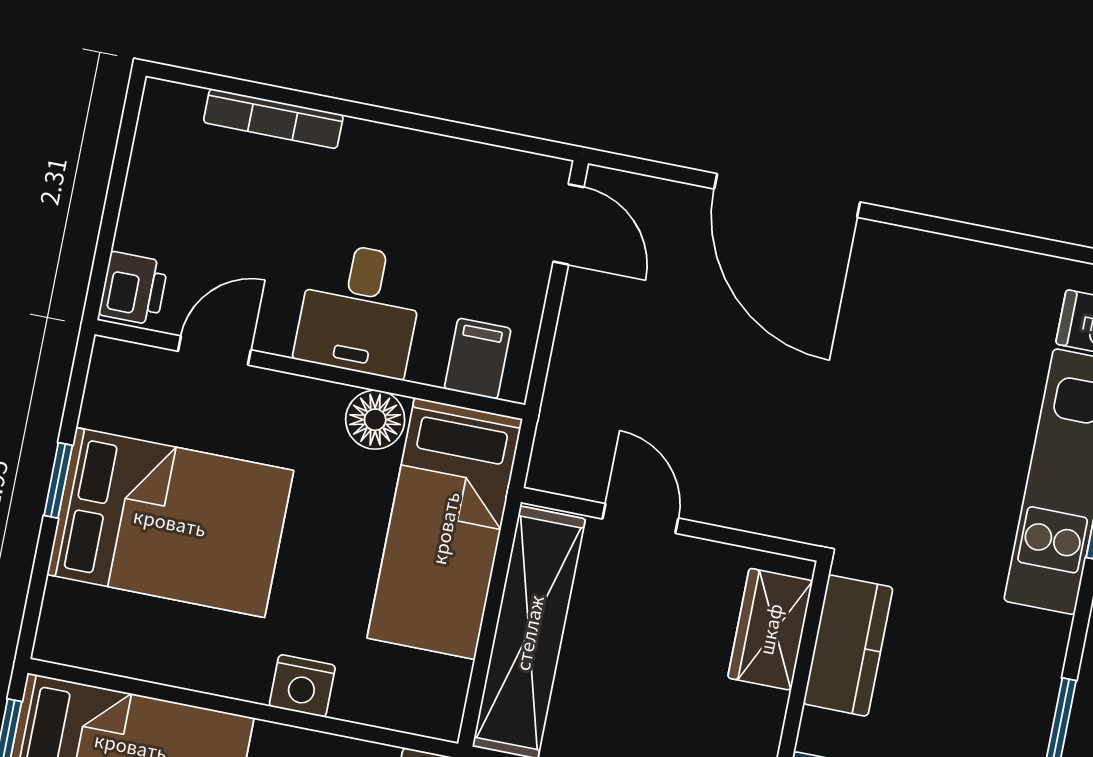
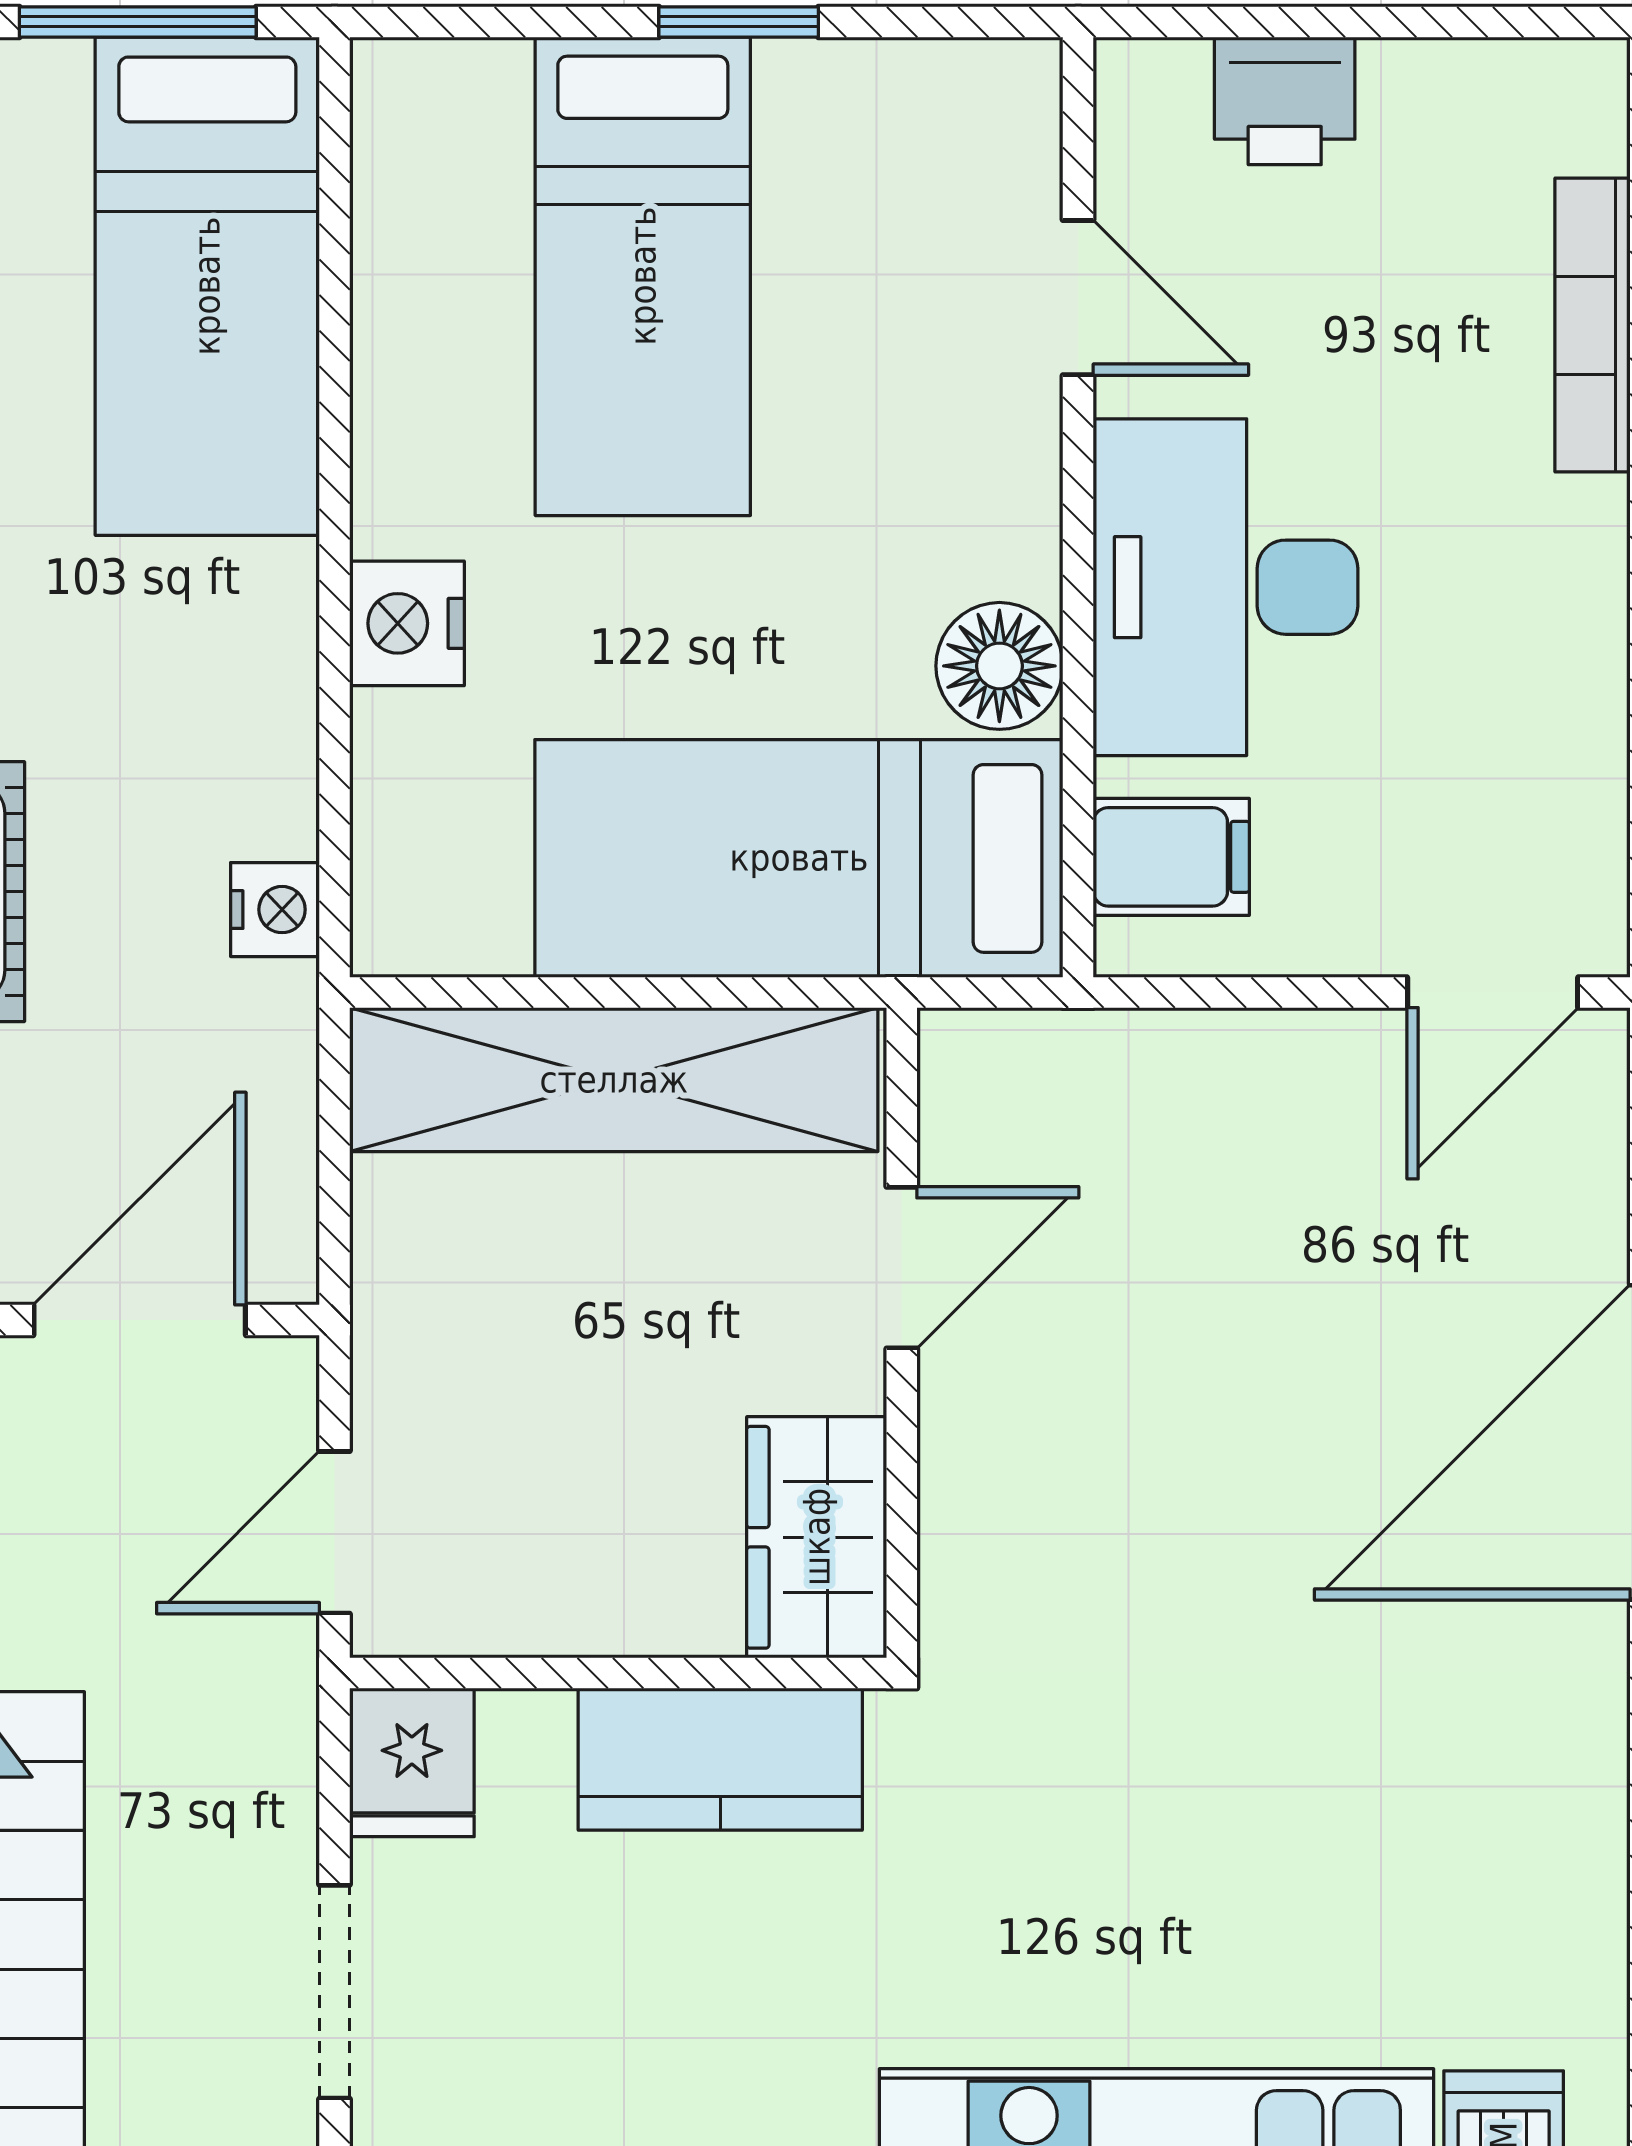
printer: (134, 288) -> (1285, 101), moved
desk: (360, 310) -> (1225, 587), width x1.37
bed: (170, 522) -> (643, 276), width x0.67
wardrobe: (770, 629) -> (817, 1537), moved, turned -90

